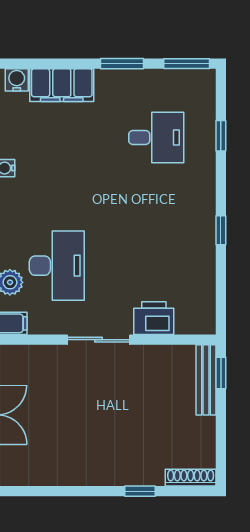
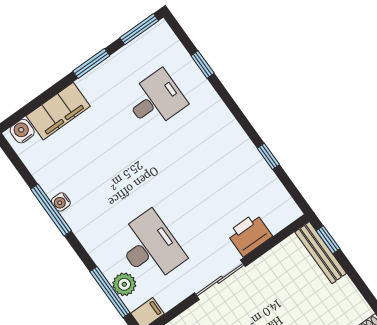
window: (221, 230) -> (268, 156), moved

